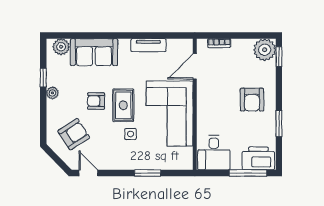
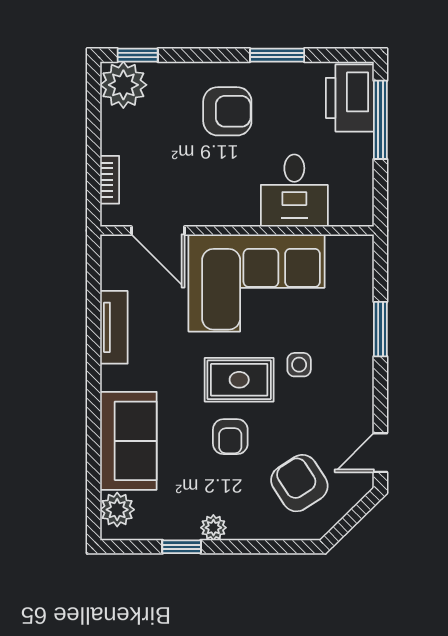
desk: (214, 153) -> (294, 191), moved, turned 90

